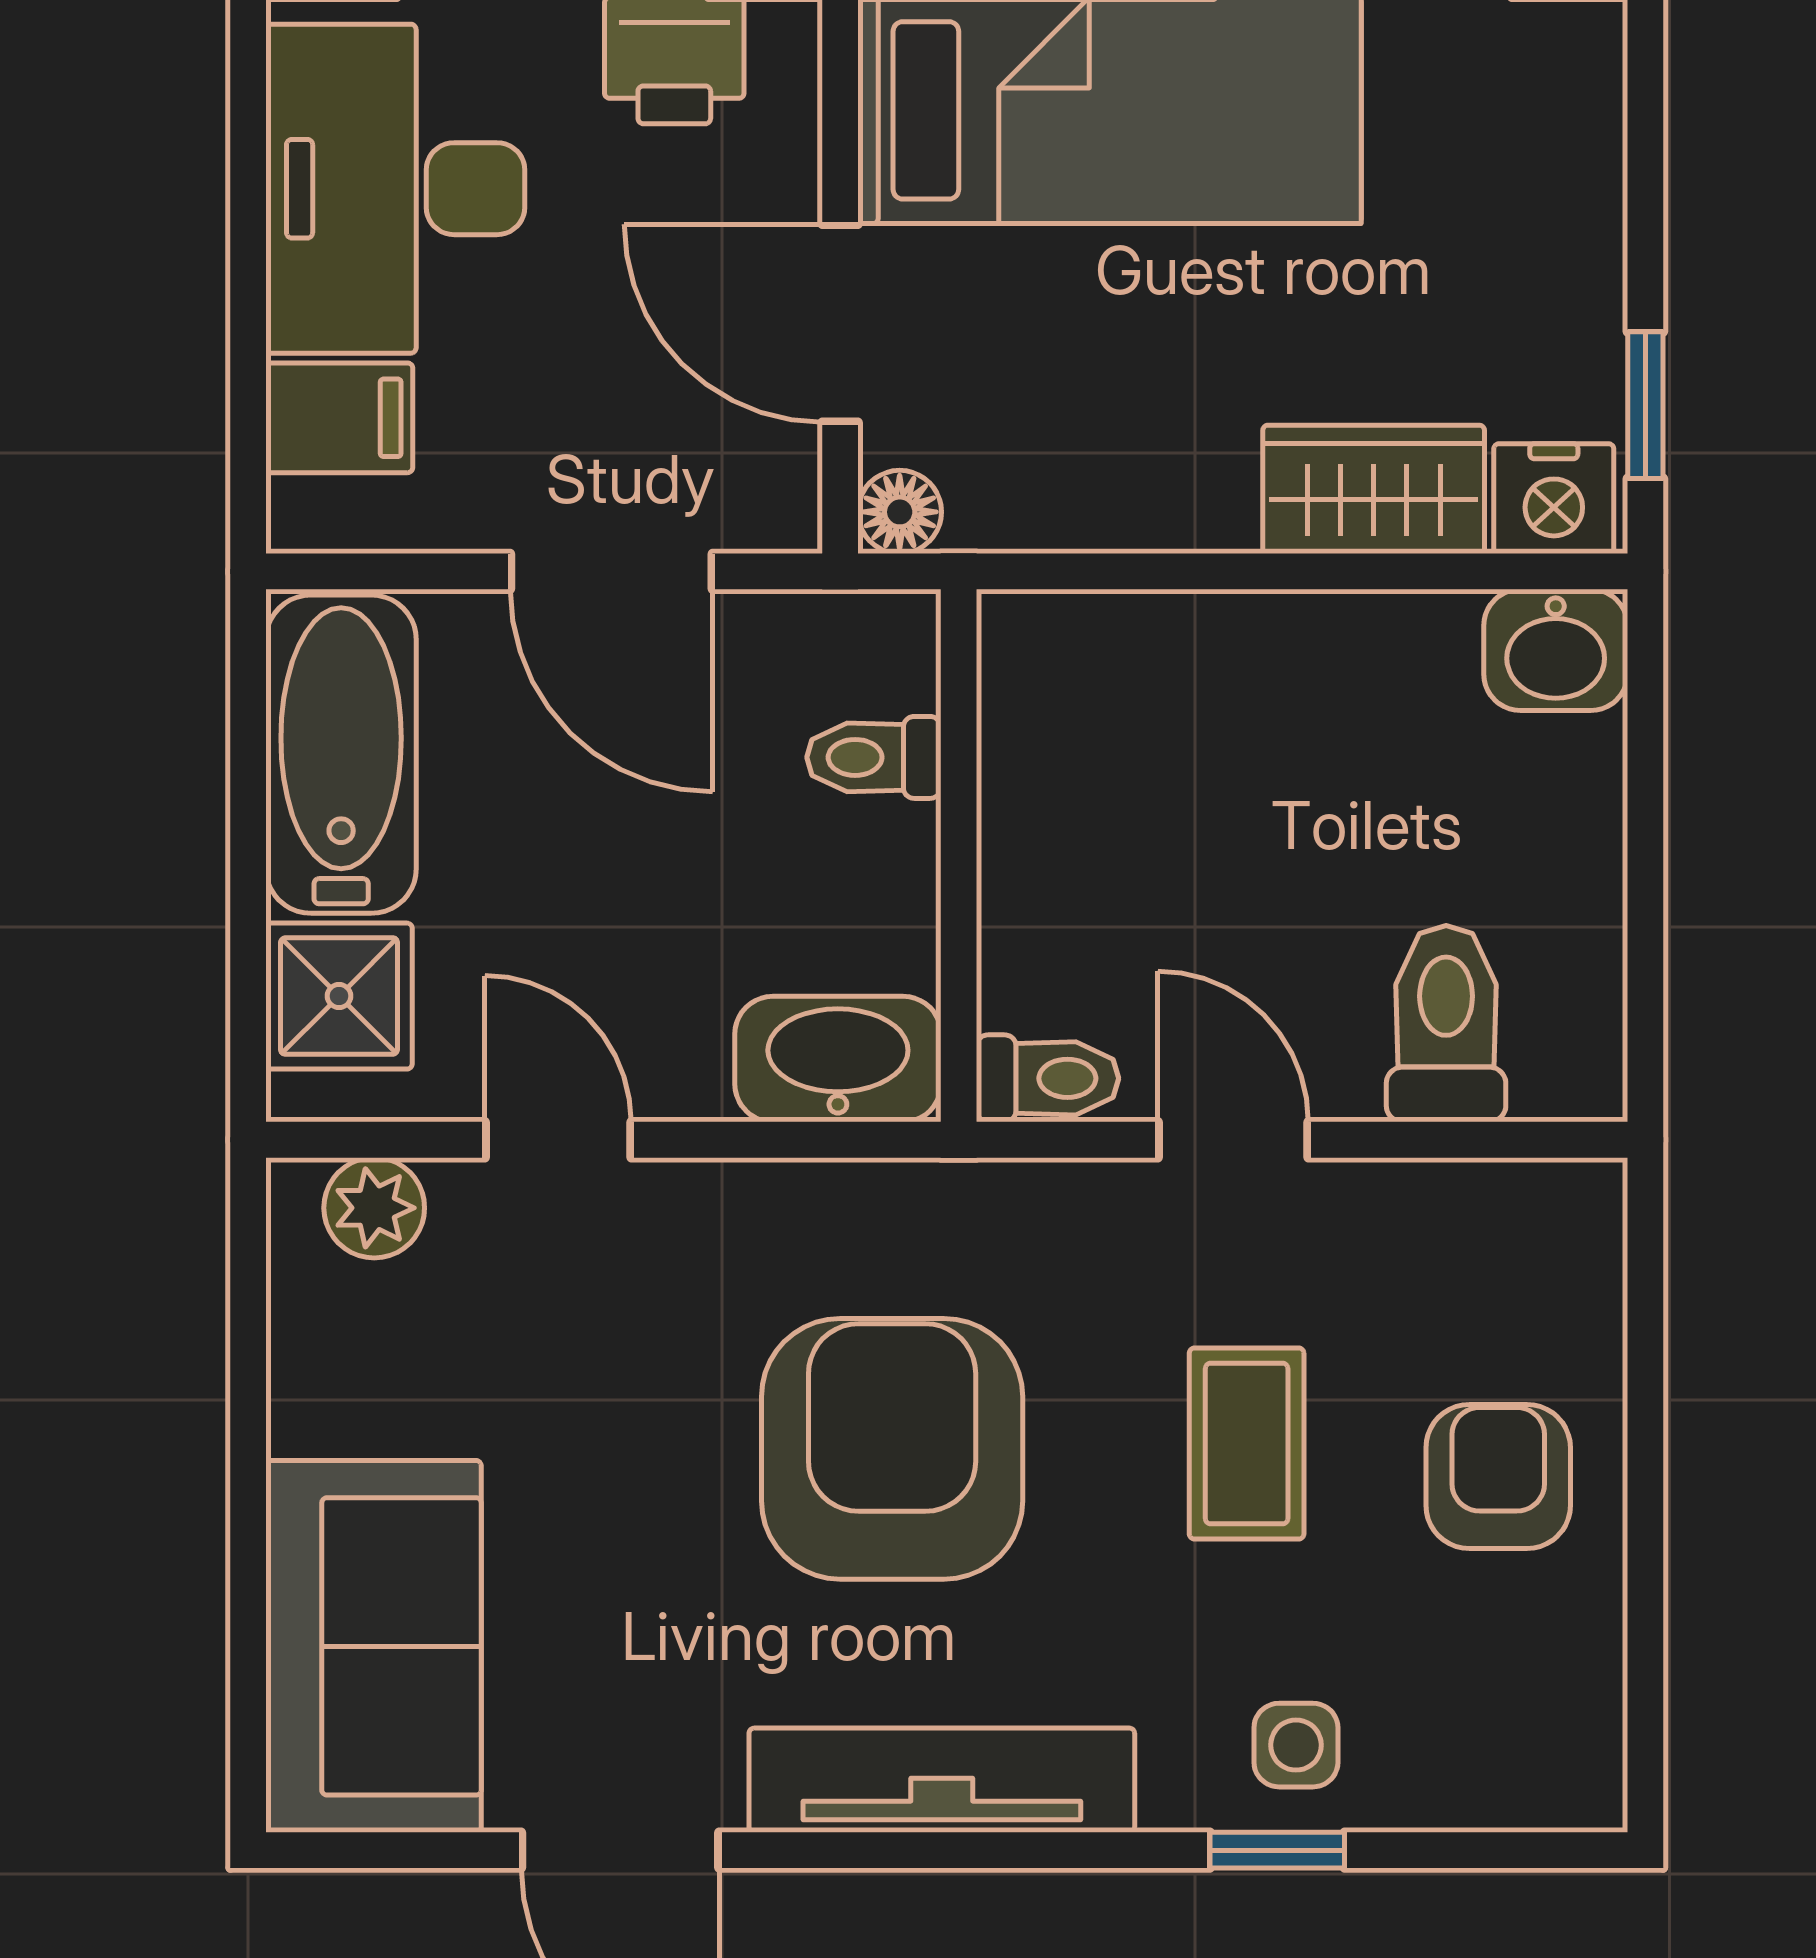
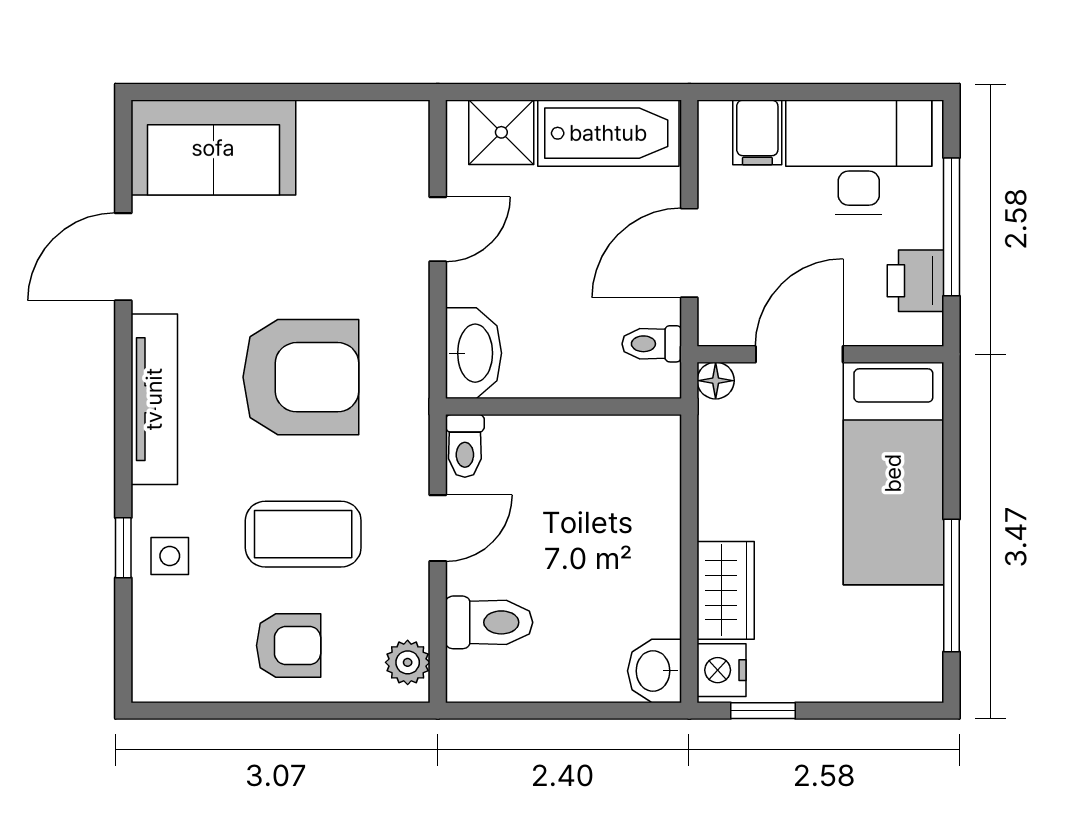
toilet: (874, 757) -> (652, 344), moved, turned -90
plant: (374, 1208) -> (408, 662), moved
coffee table: (1247, 1444) -> (303, 534), width x1.36, depth x1.30

